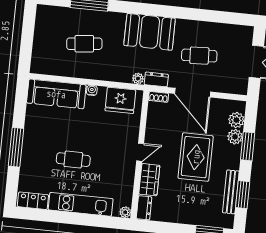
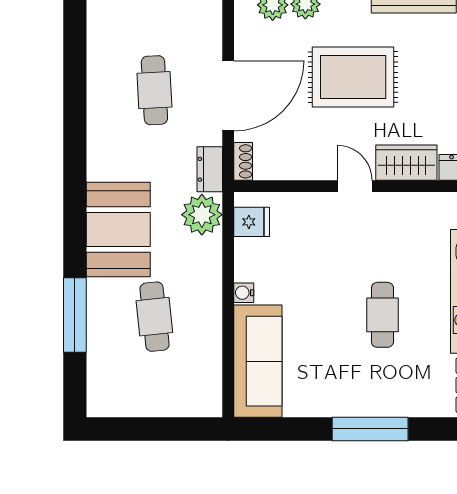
booth: (150, 32) -> (118, 230), moved
plant: (138, 78) -> (202, 215), width x1.88, depth x1.88
fridge: (120, 100) -> (252, 222), width x0.53, depth x0.75

